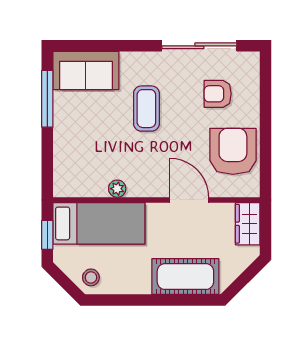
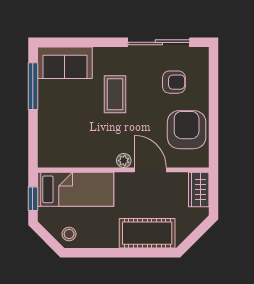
armchair: (218, 94) -> (174, 82), turned 180
plant: (117, 189) -> (124, 161), moved

